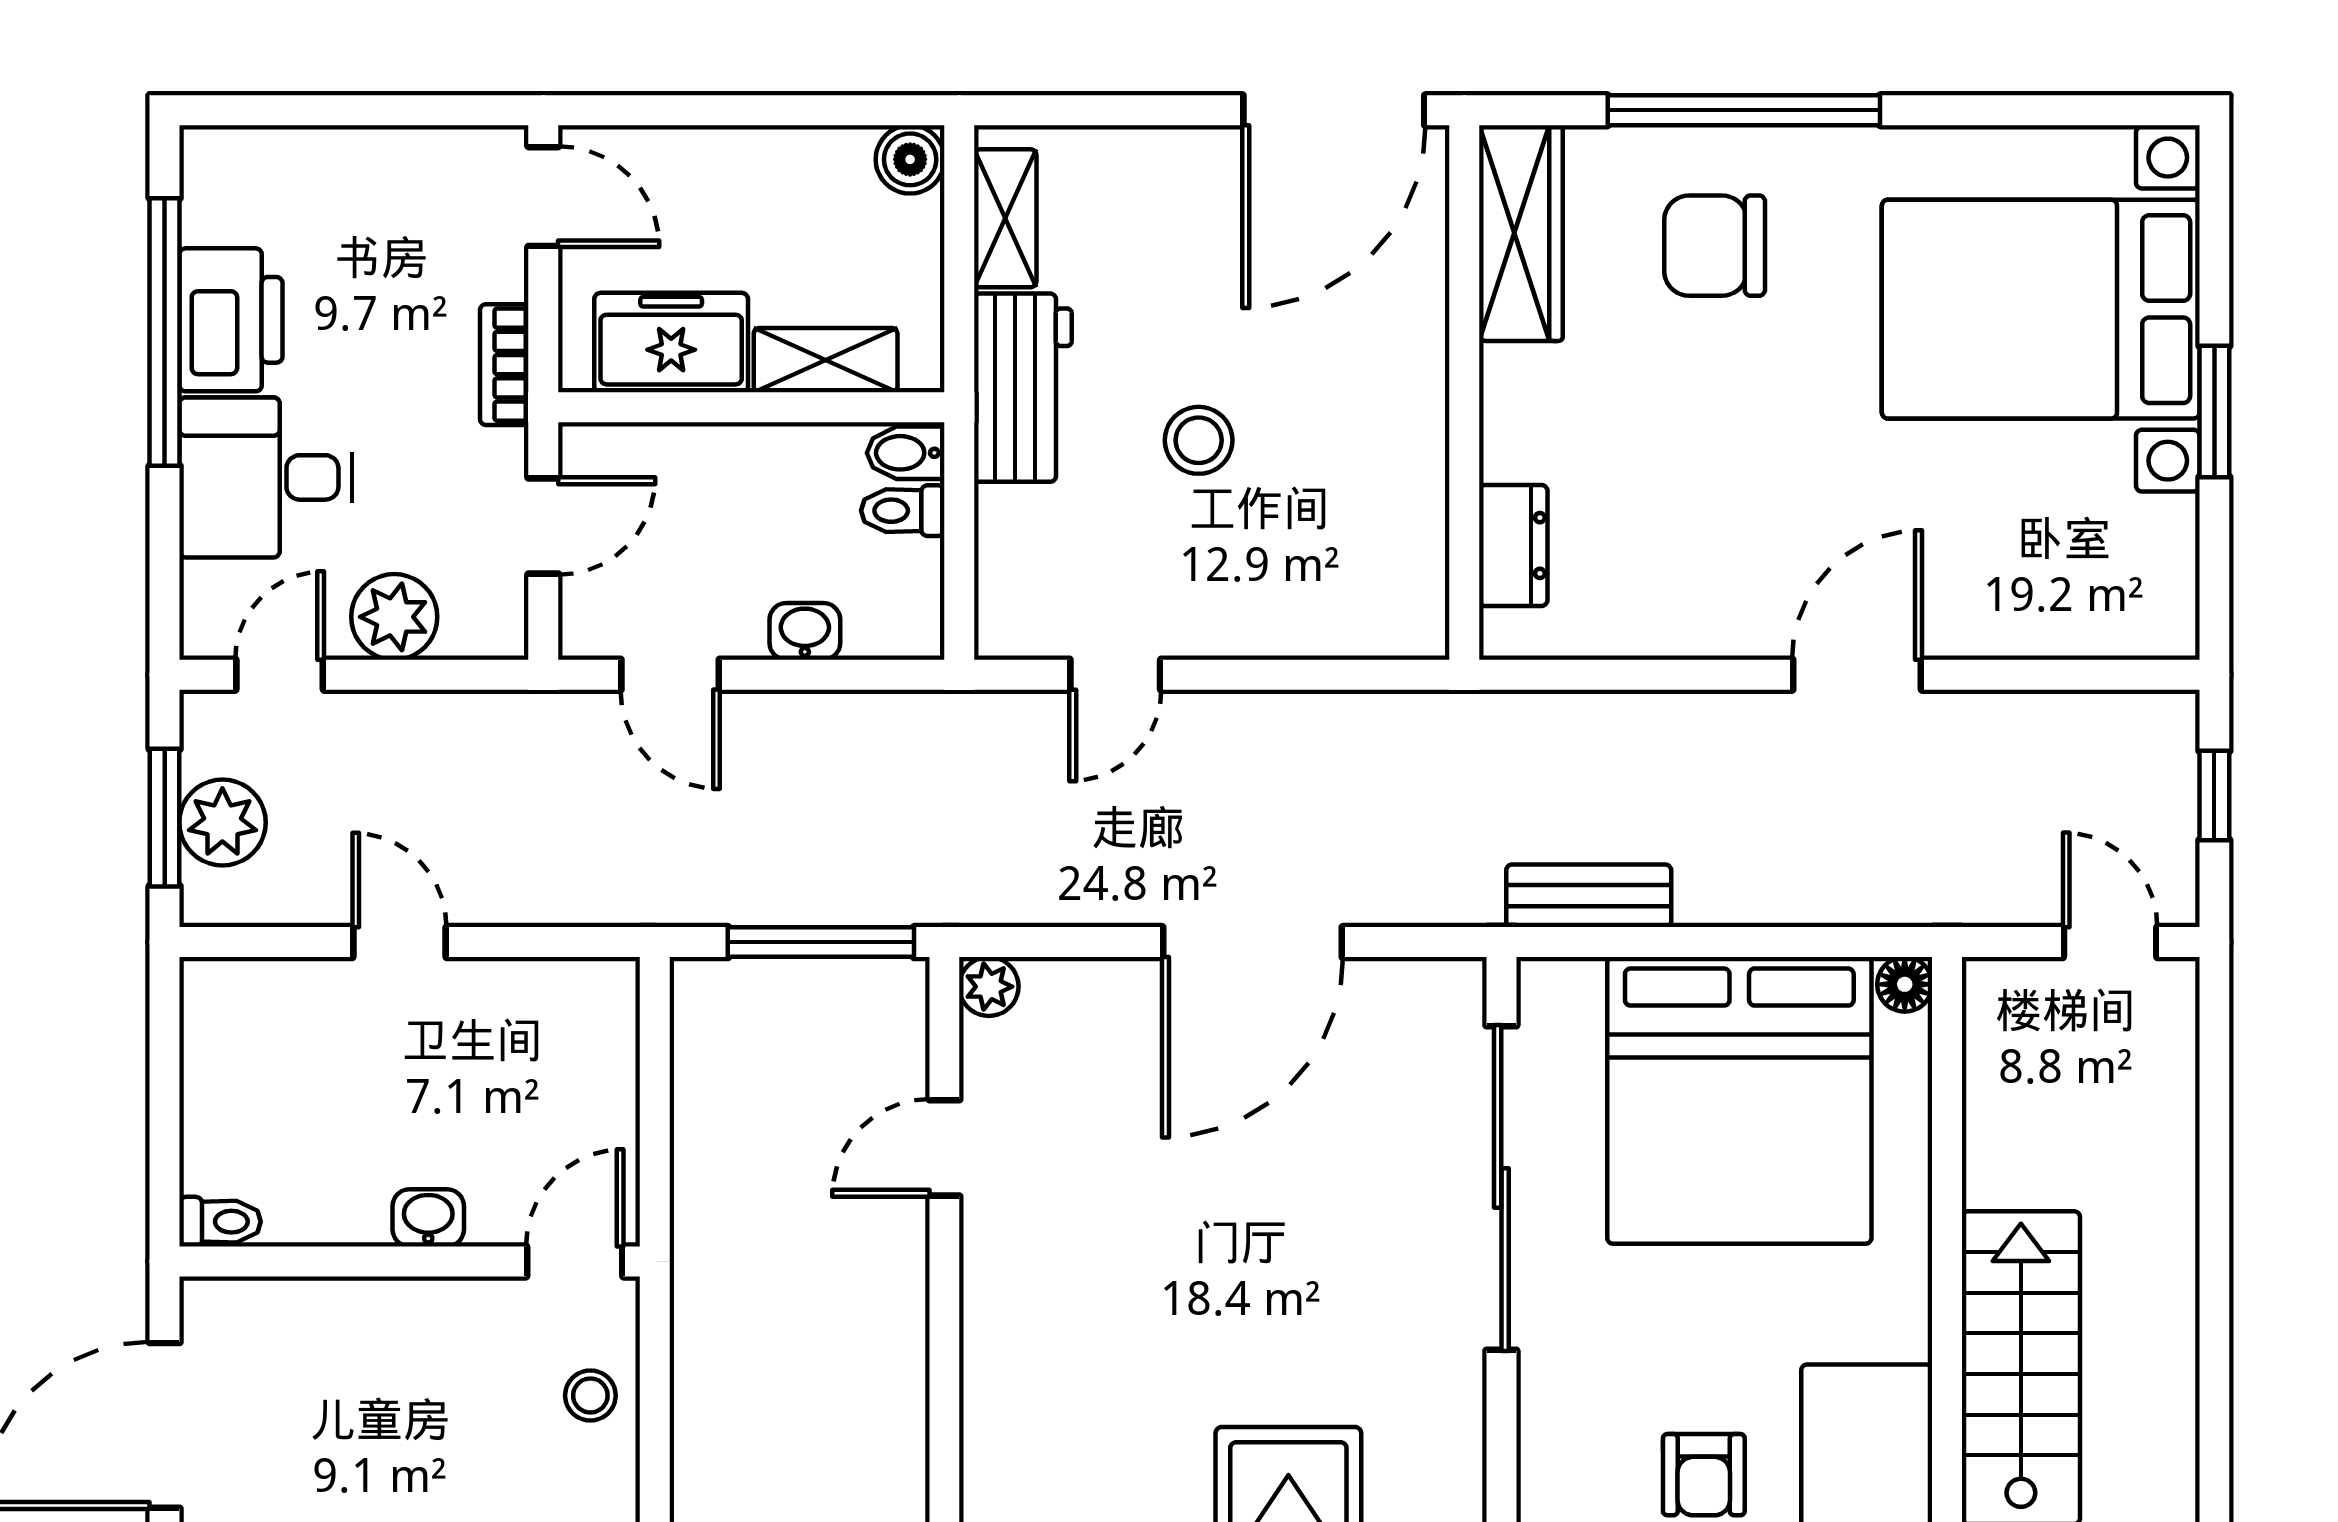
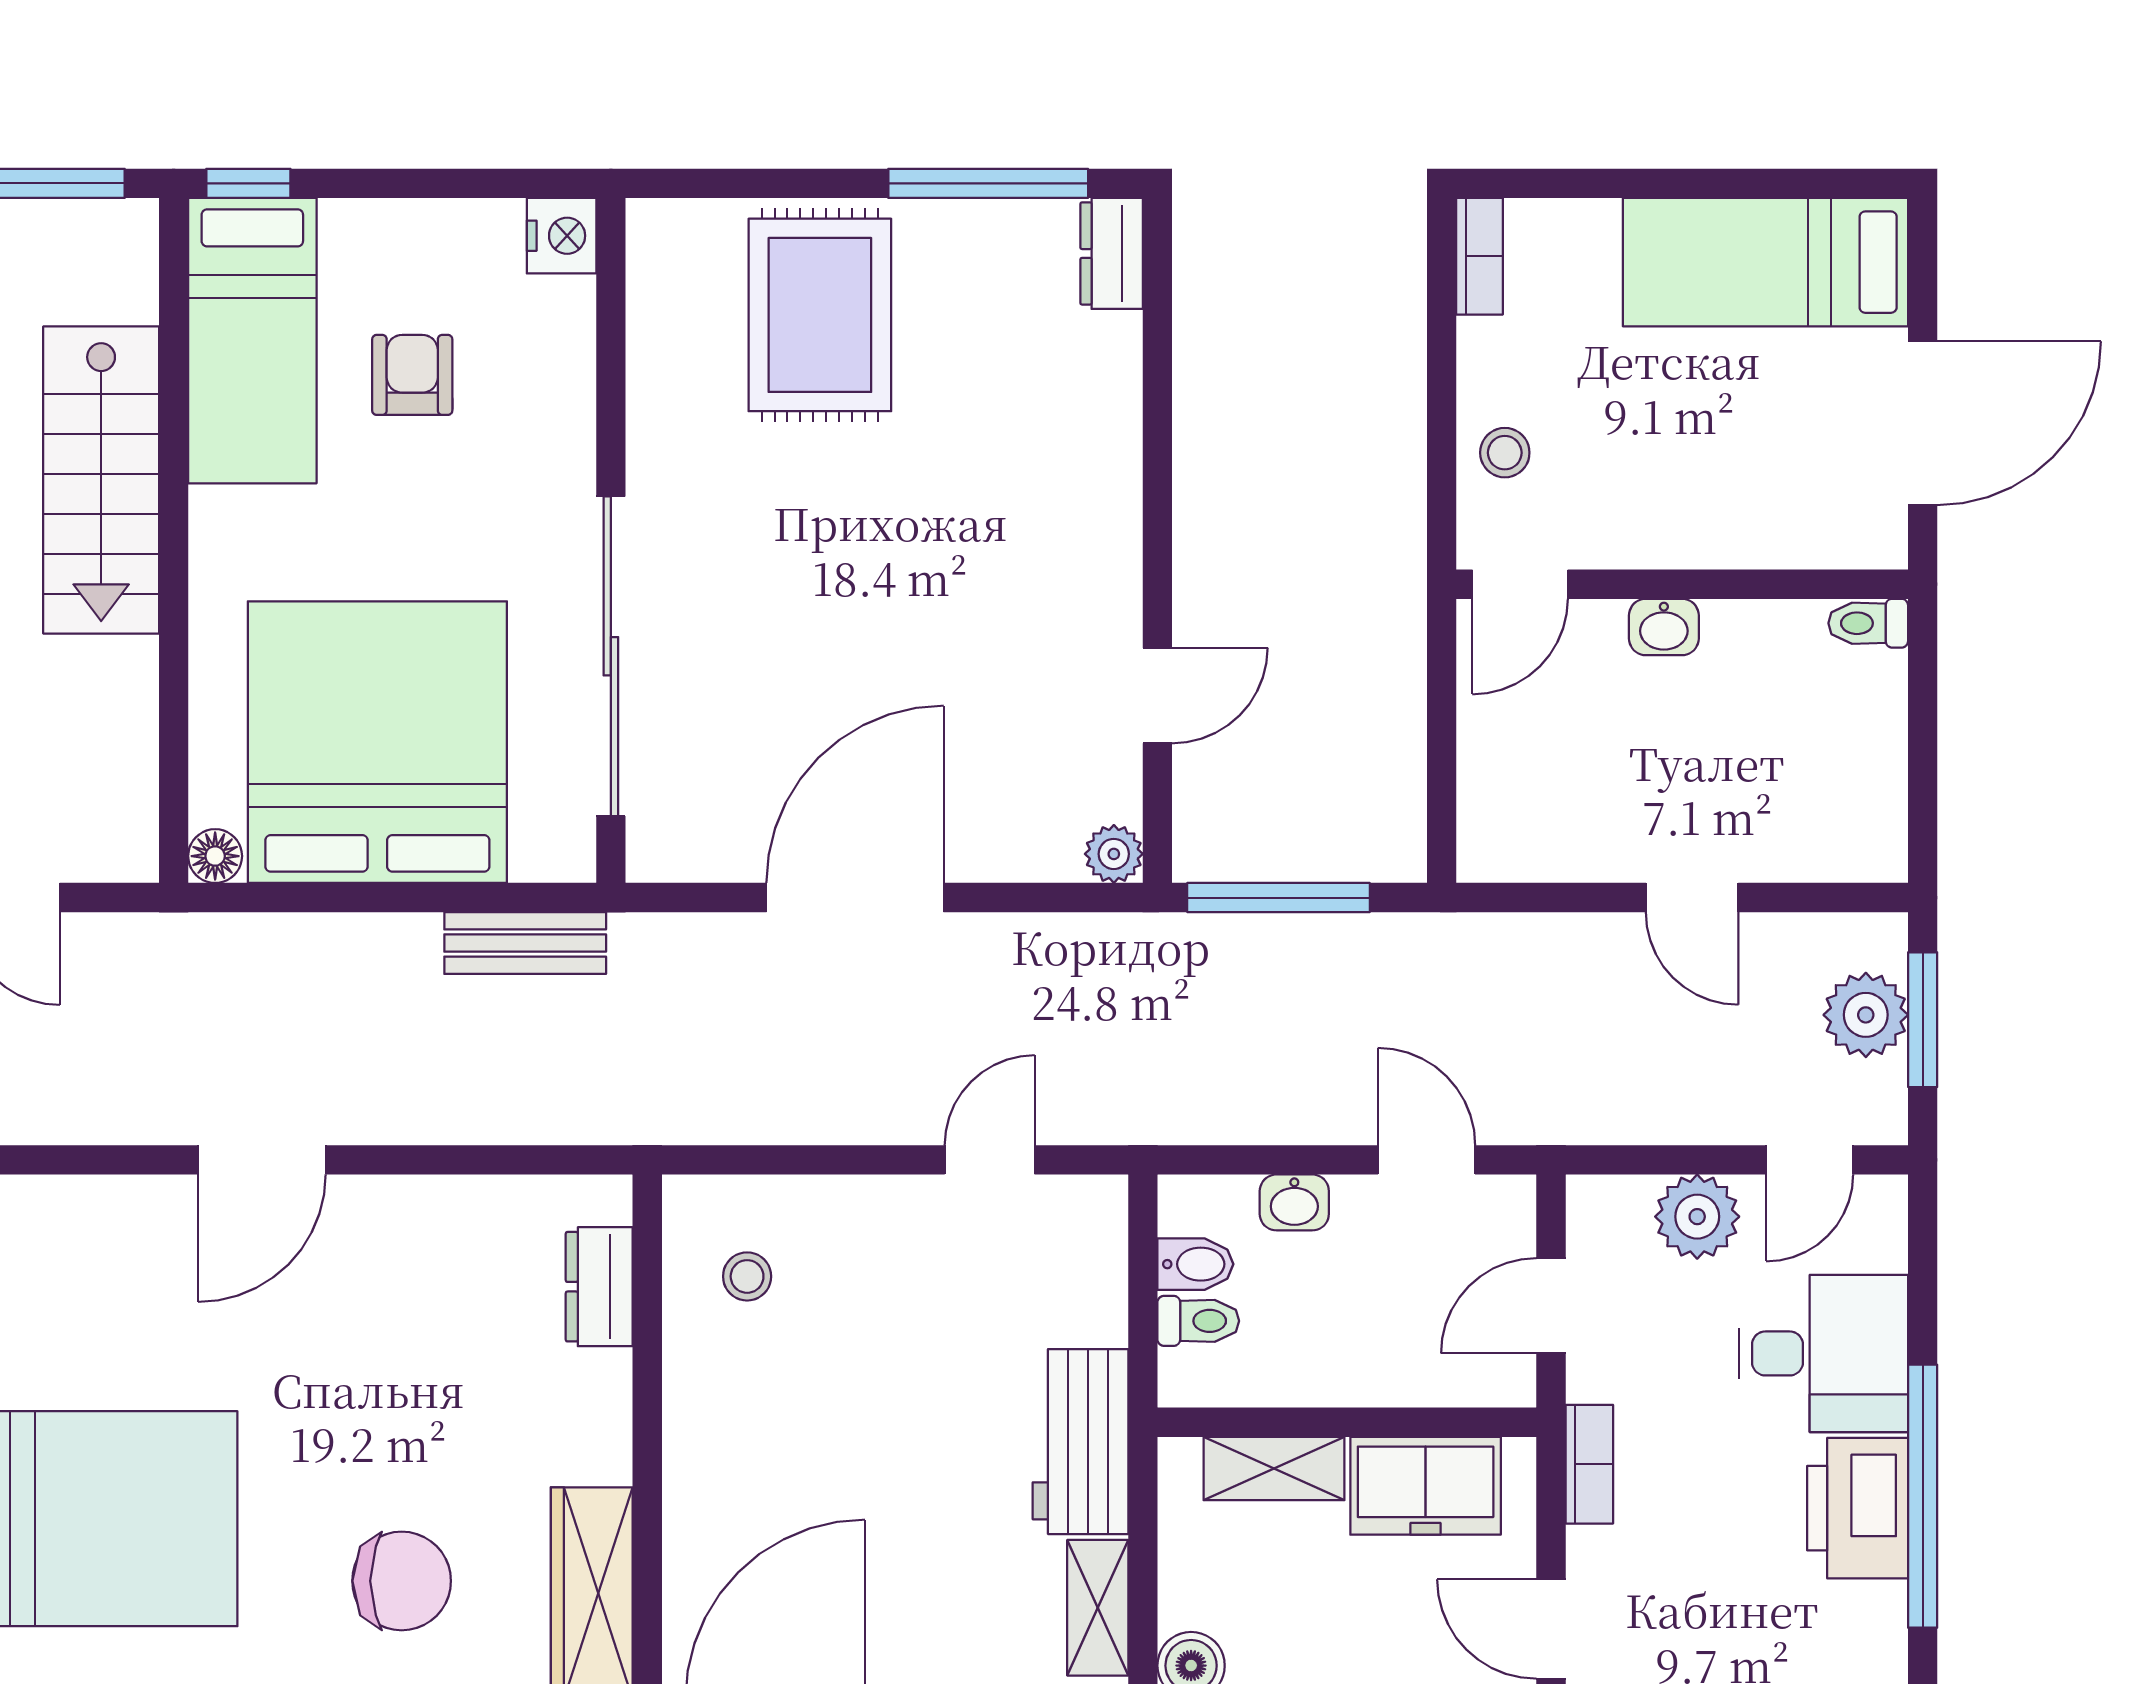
stool: (1199, 440) -> (747, 1276), moved, width x0.73, depth x0.73
bidet: (906, 453) -> (1195, 1264), moved

